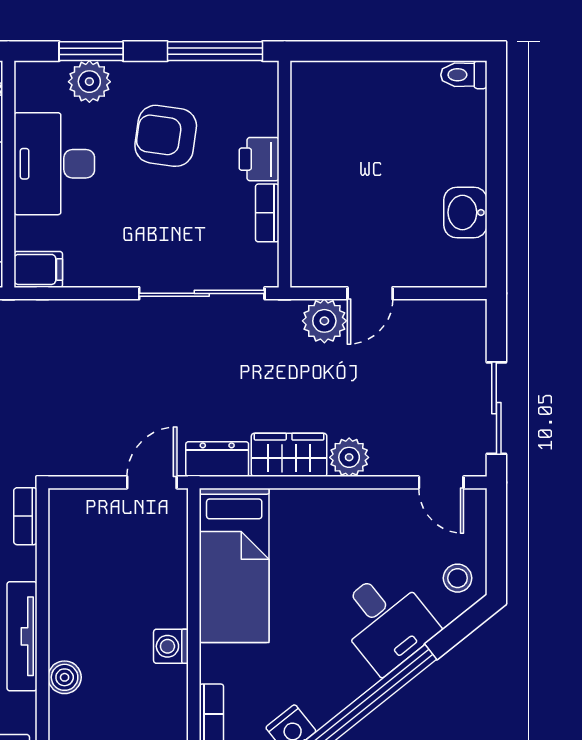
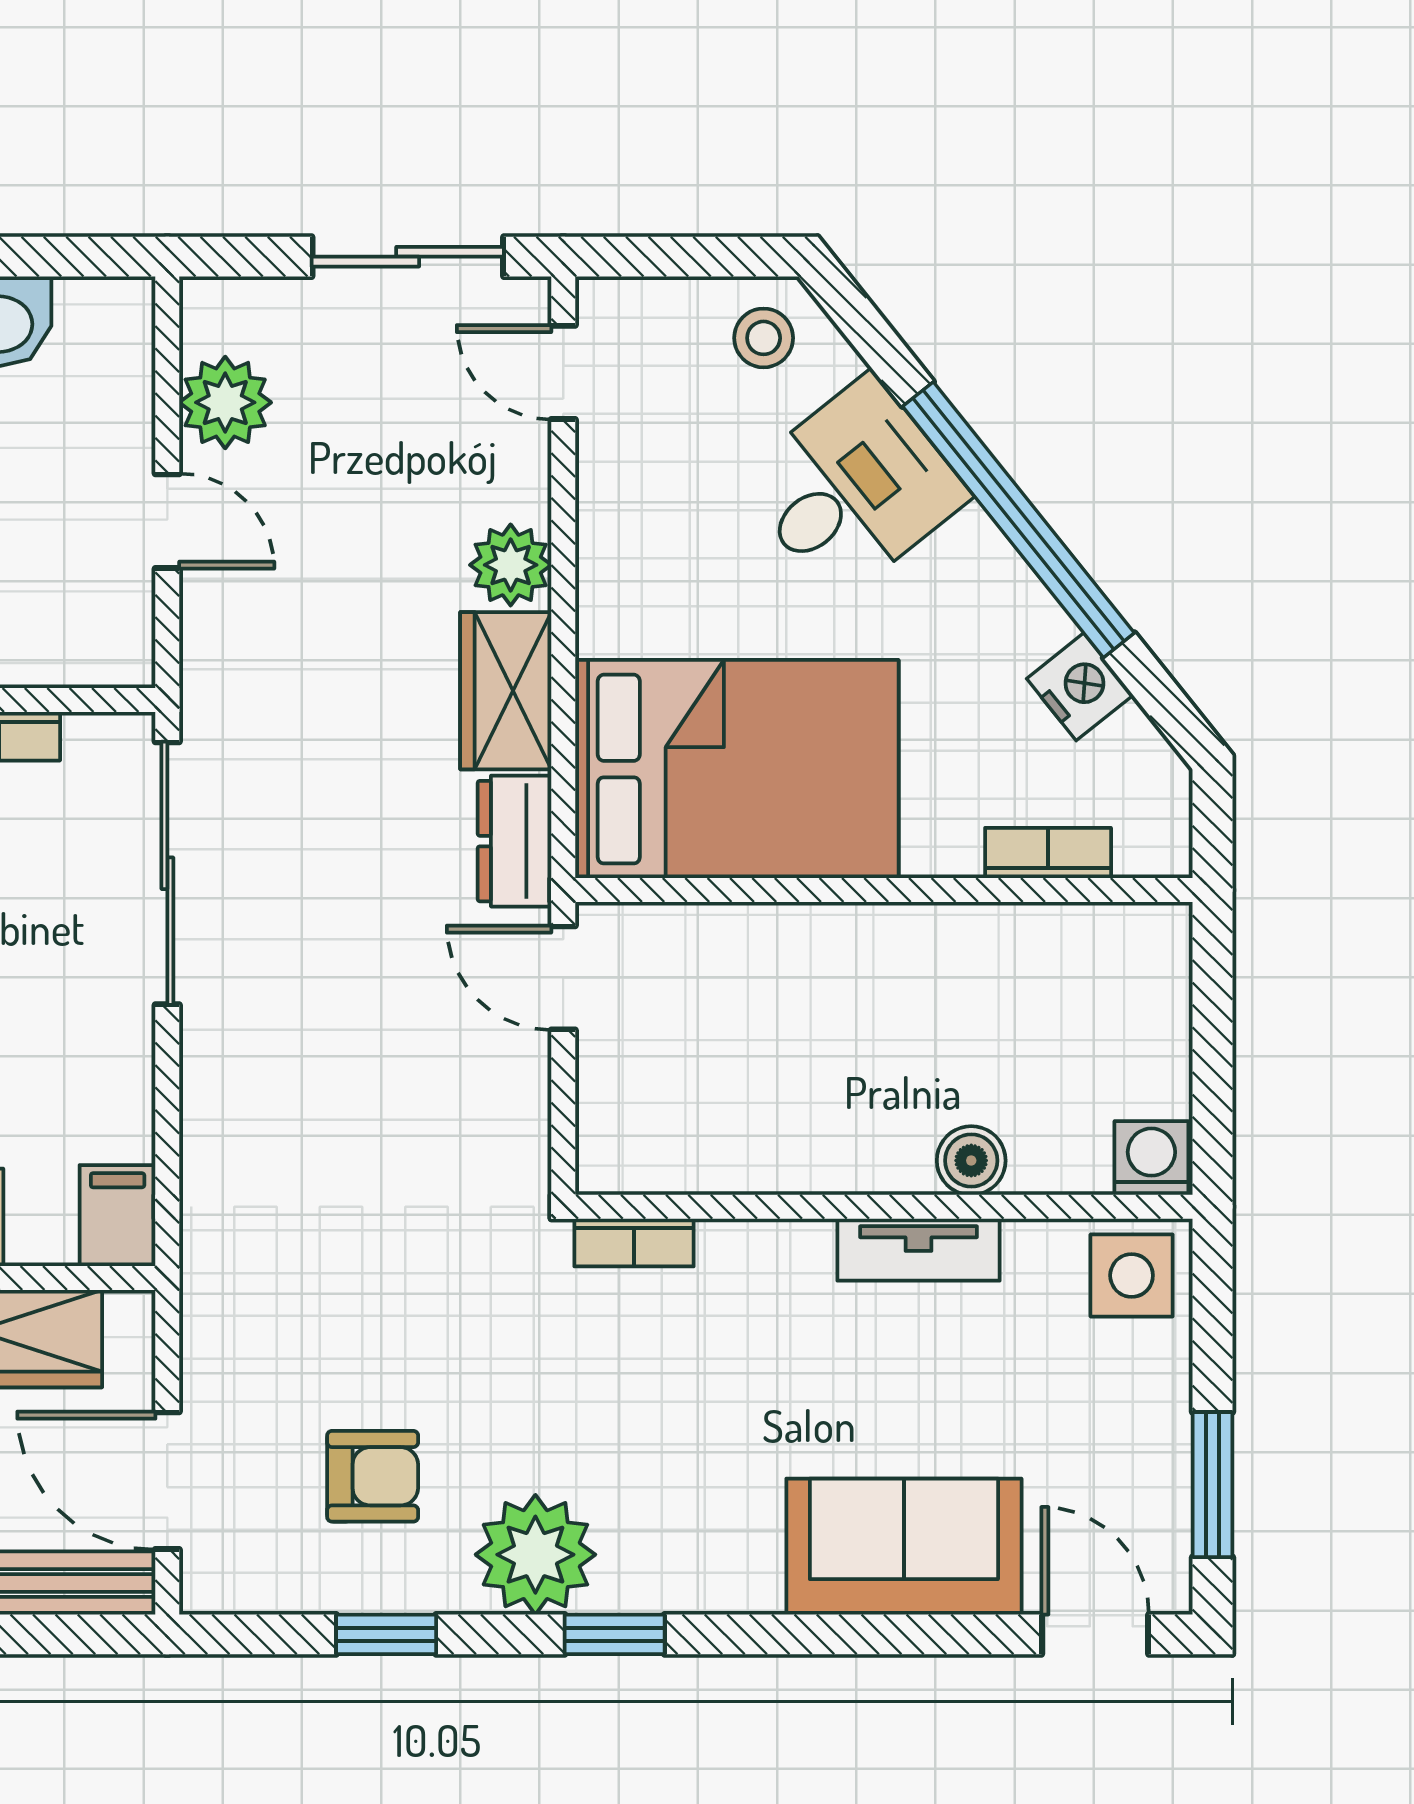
plant: (324, 321) -> (225, 402), moved
door: (441, 482) -> (563, 372), swing flipped
bed: (234, 565) -> (737, 769), width x1.50
tv unit: (22, 636) -> (919, 1250), width x0.71
washing machine: (171, 646) -> (906, 938), removed

